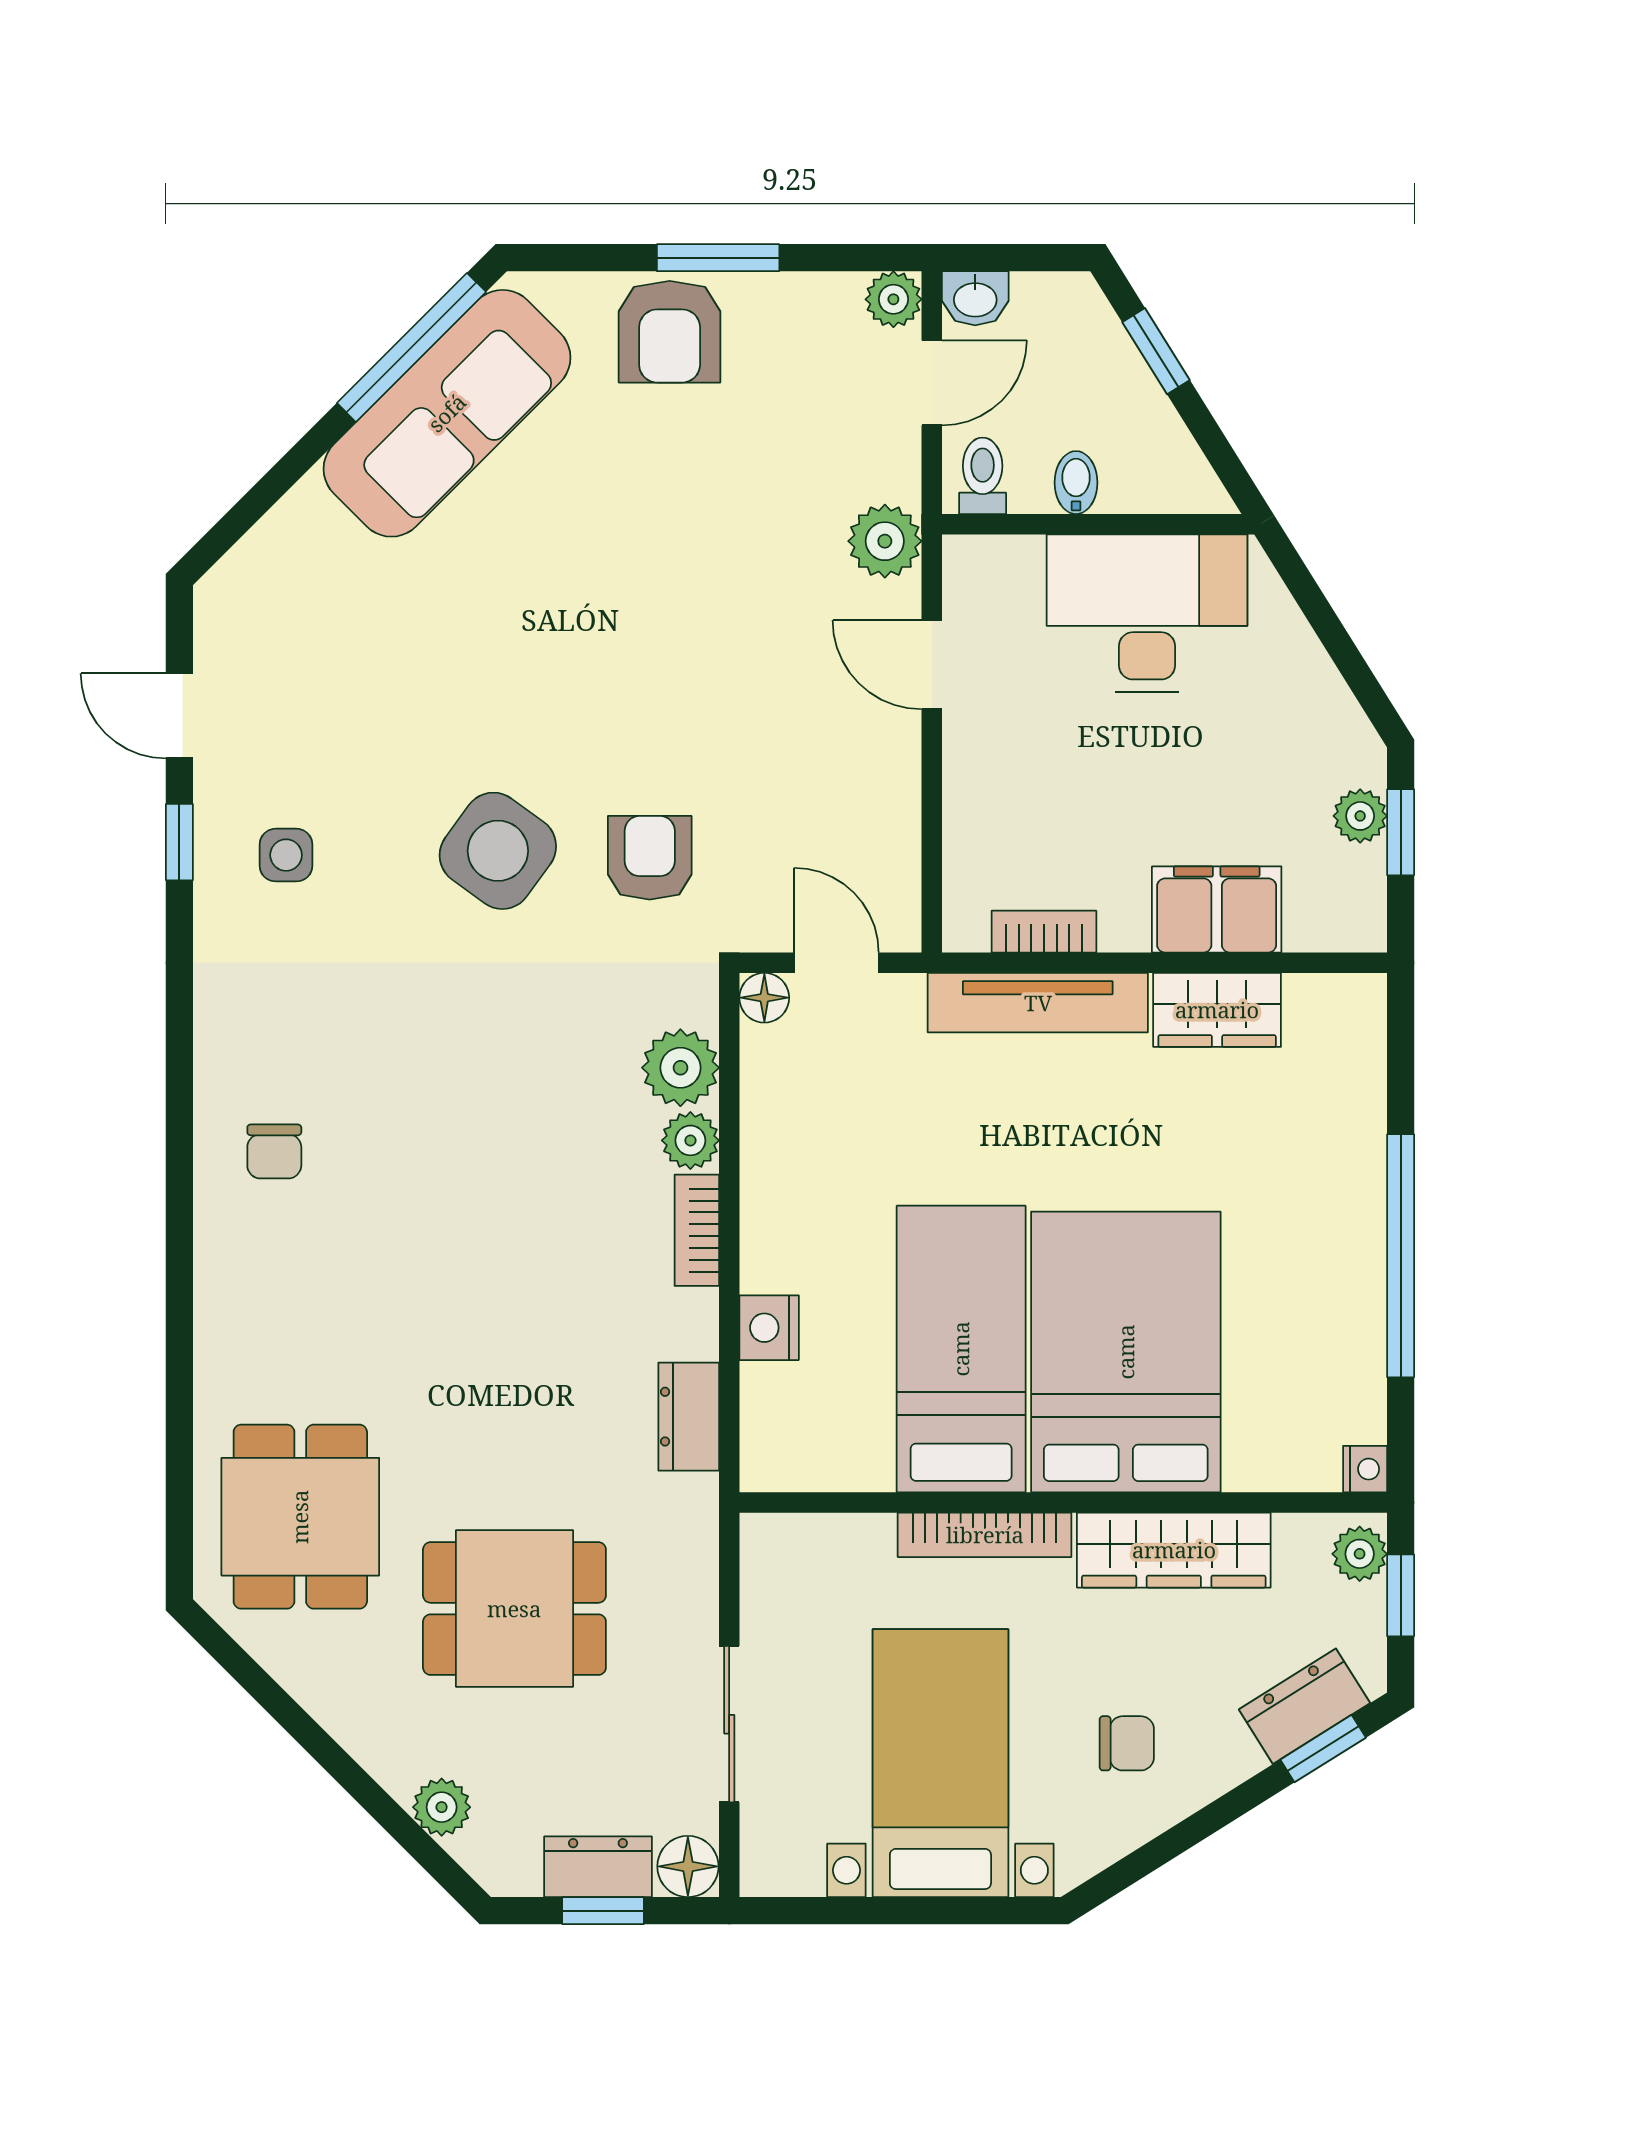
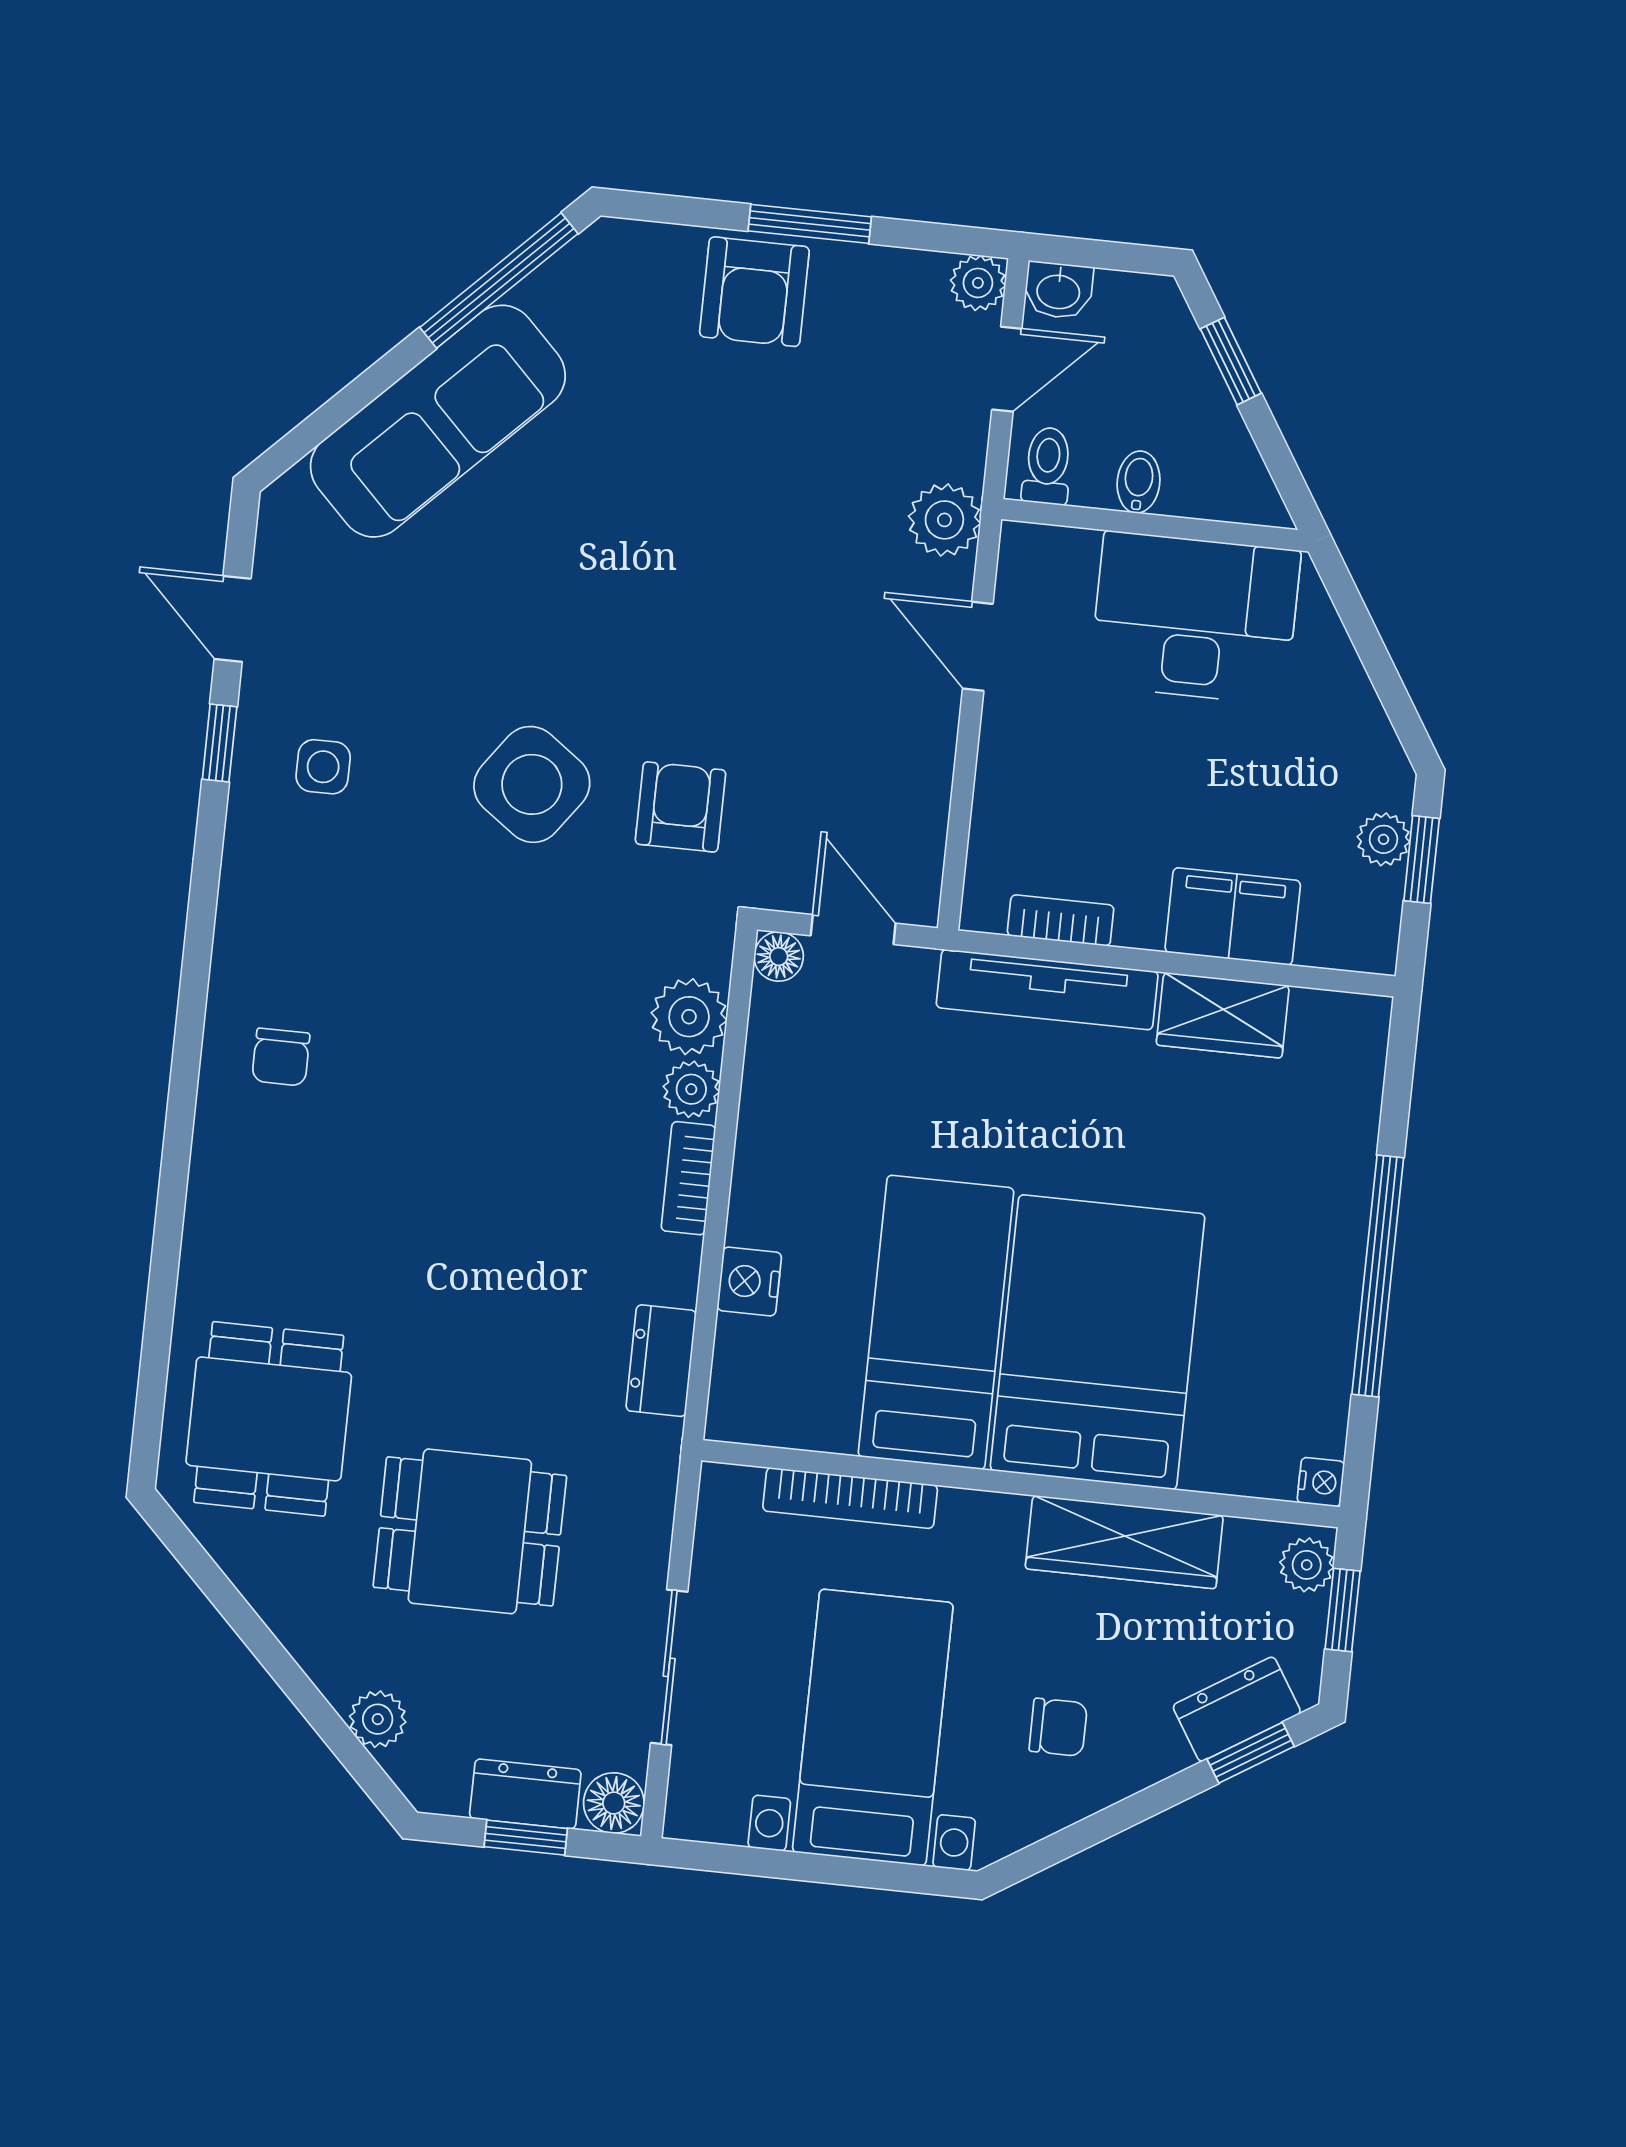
sofa: (447, 413) -> (438, 421), moved
bookcase: (985, 1535) -> (850, 1498), moved

